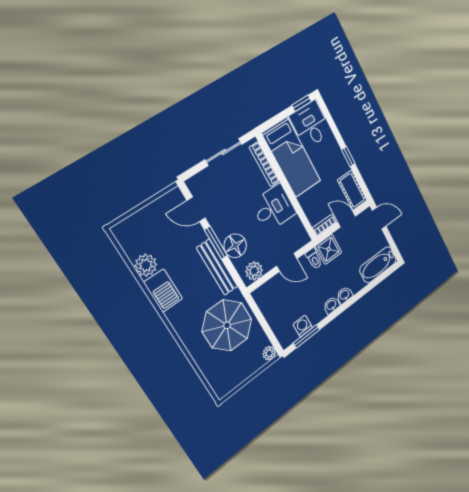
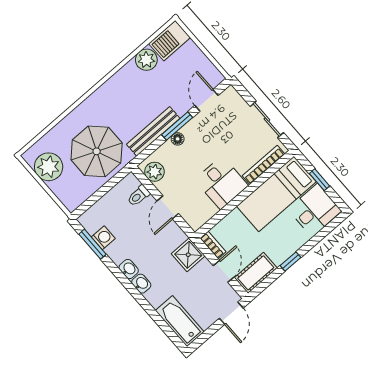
window: (302, 103) -> (320, 180), moved
floor lamp: (235, 246) -> (178, 139), width x0.53, depth x0.53
toilet: (314, 259) -> (139, 196), moved
barbecue: (163, 291) -> (170, 41), moved
plant: (269, 353) -> (49, 167), moved, width x1.88, depth x1.88

